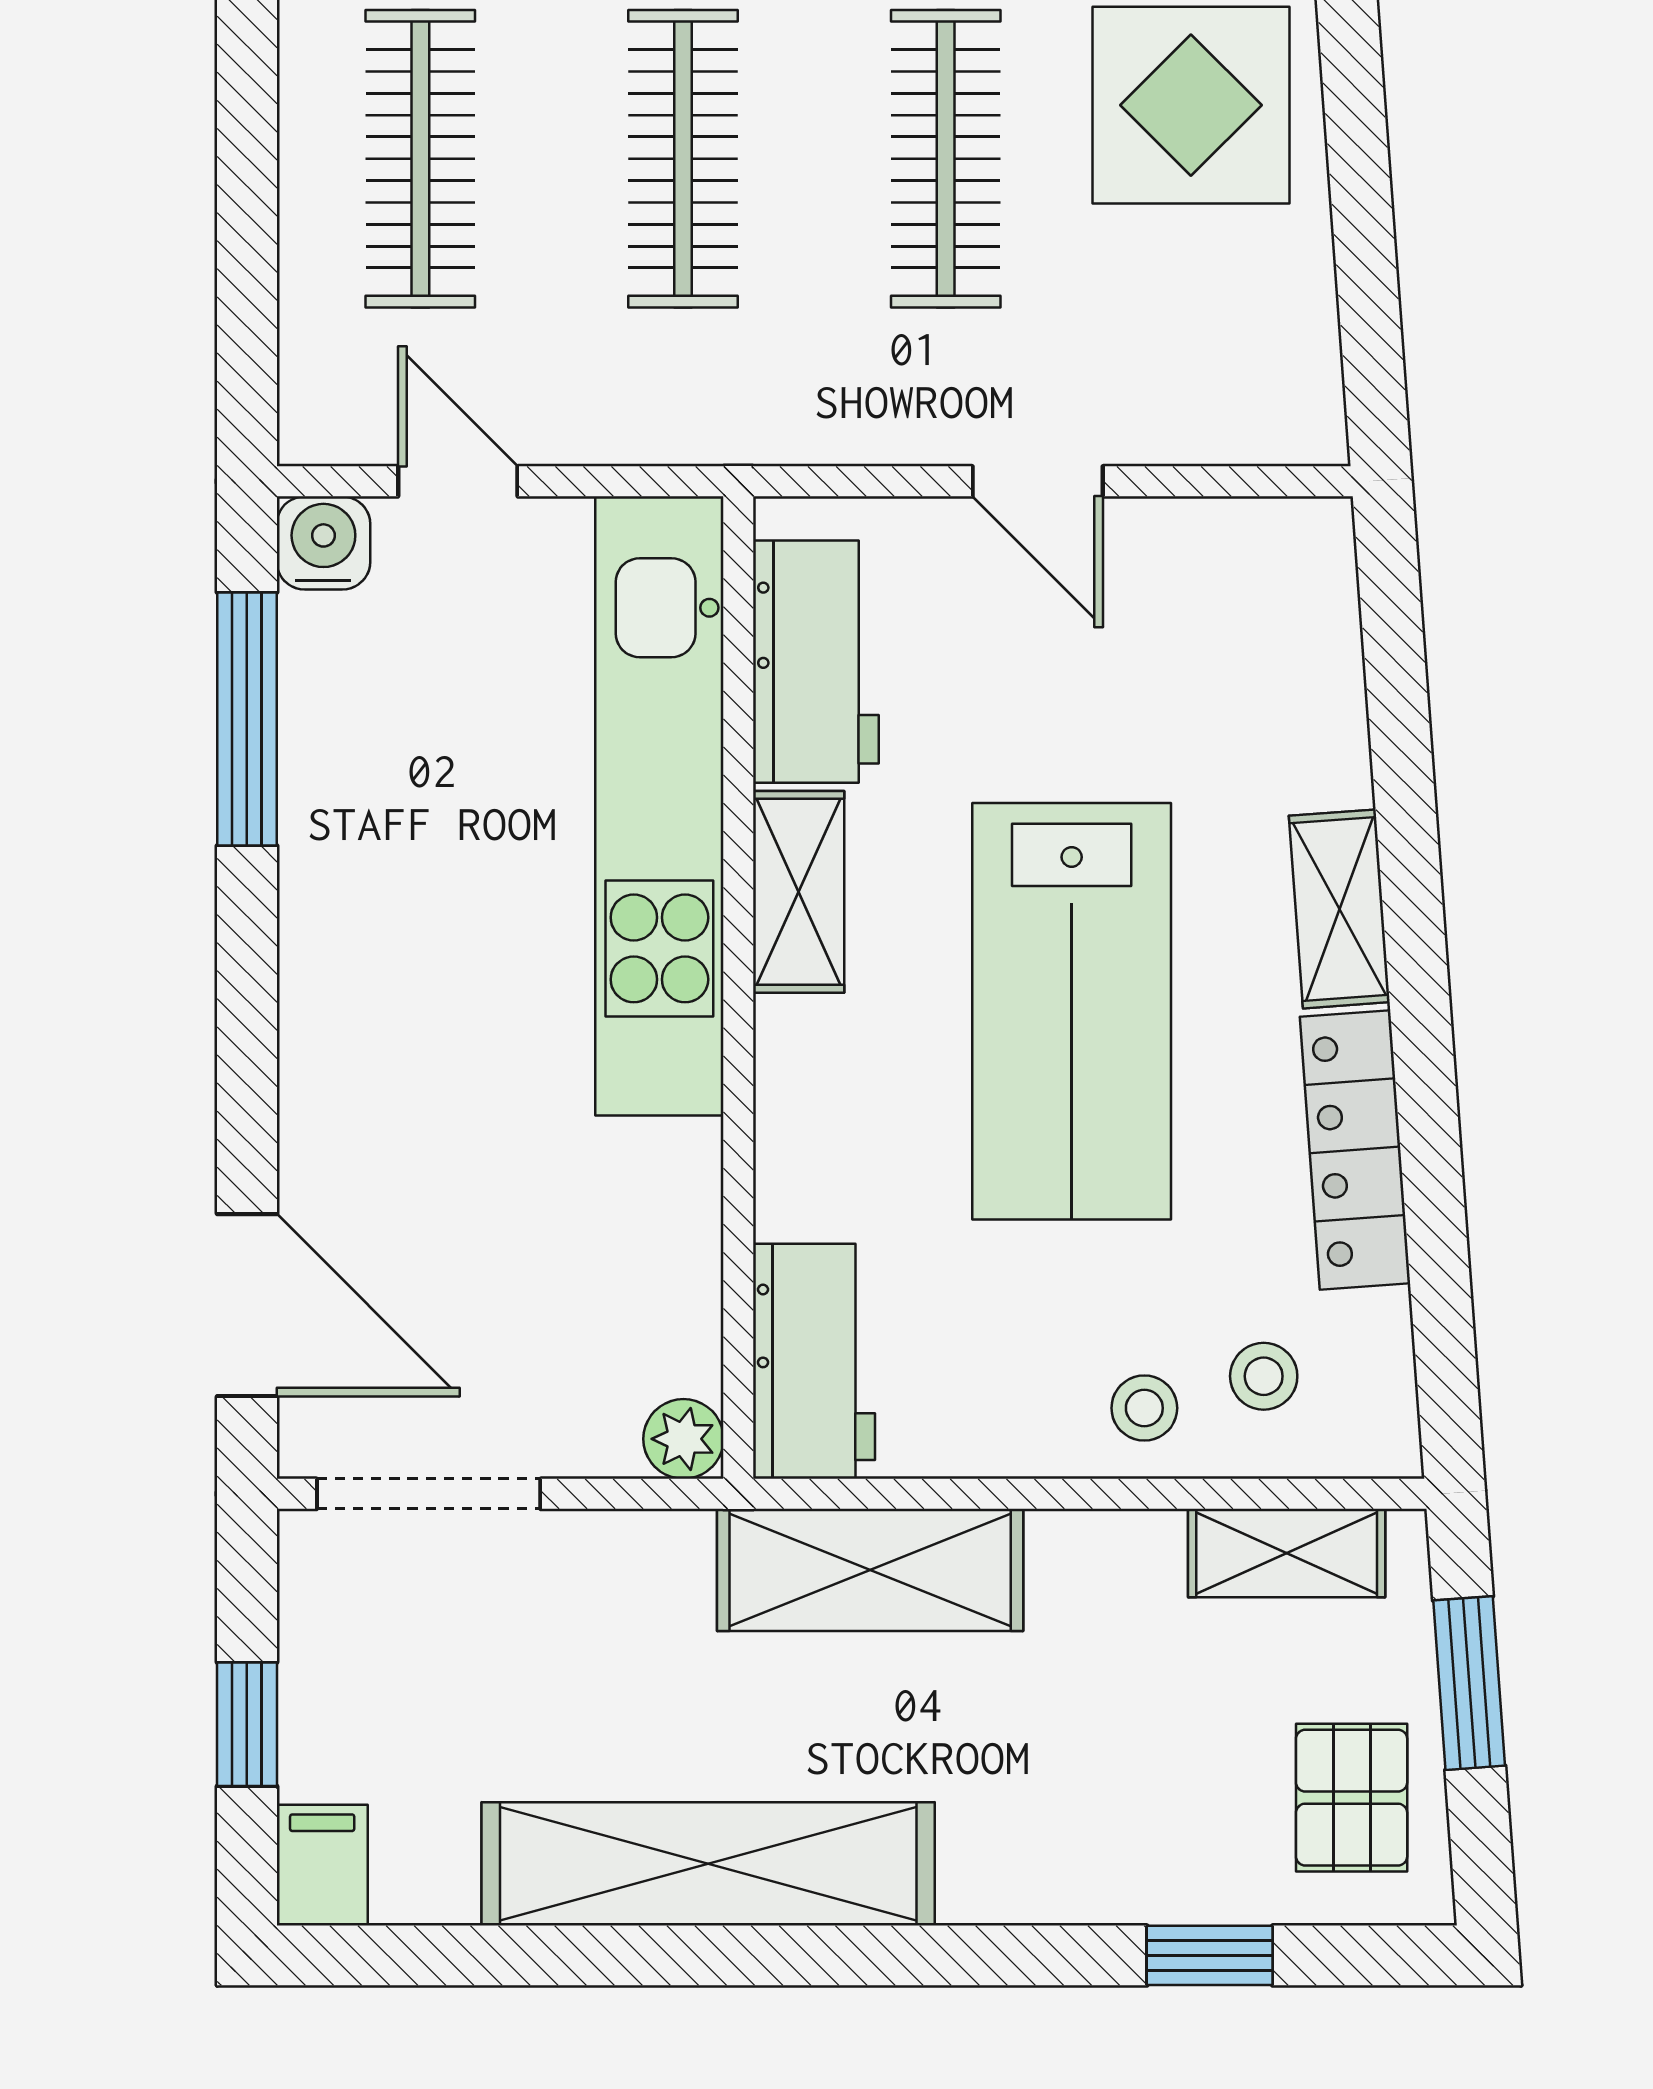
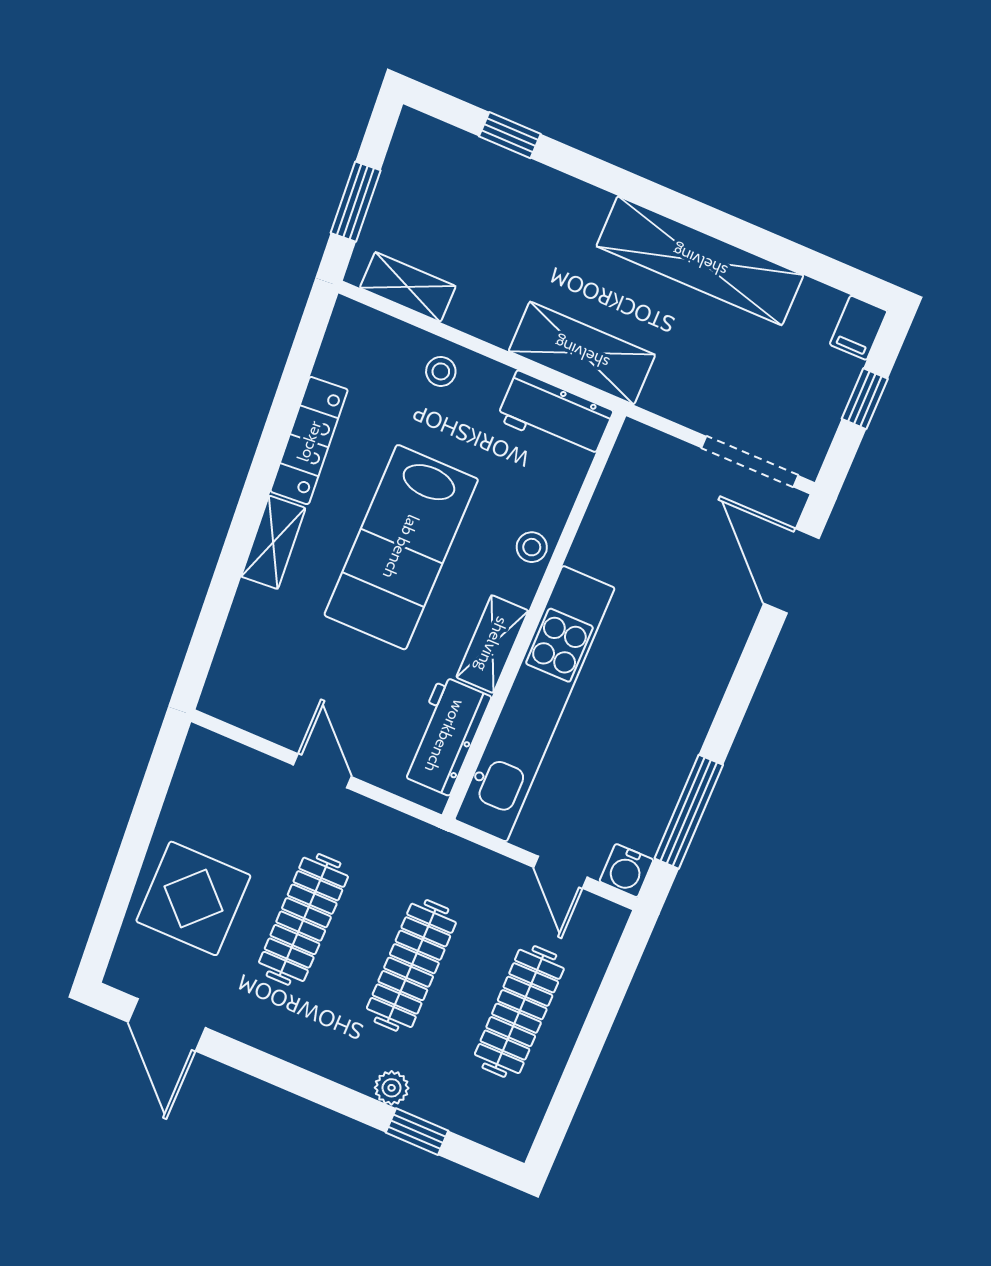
lab bench: (1072, 1011) -> (401, 547), turned 180
workbench: (814, 1361) -> (555, 415), moved, turned -90
stool: (1264, 1376) -> (532, 547), moved
plant: (683, 1439) -> (636, 439), removed
pallet: (1352, 1798) -> (424, 175), removed

